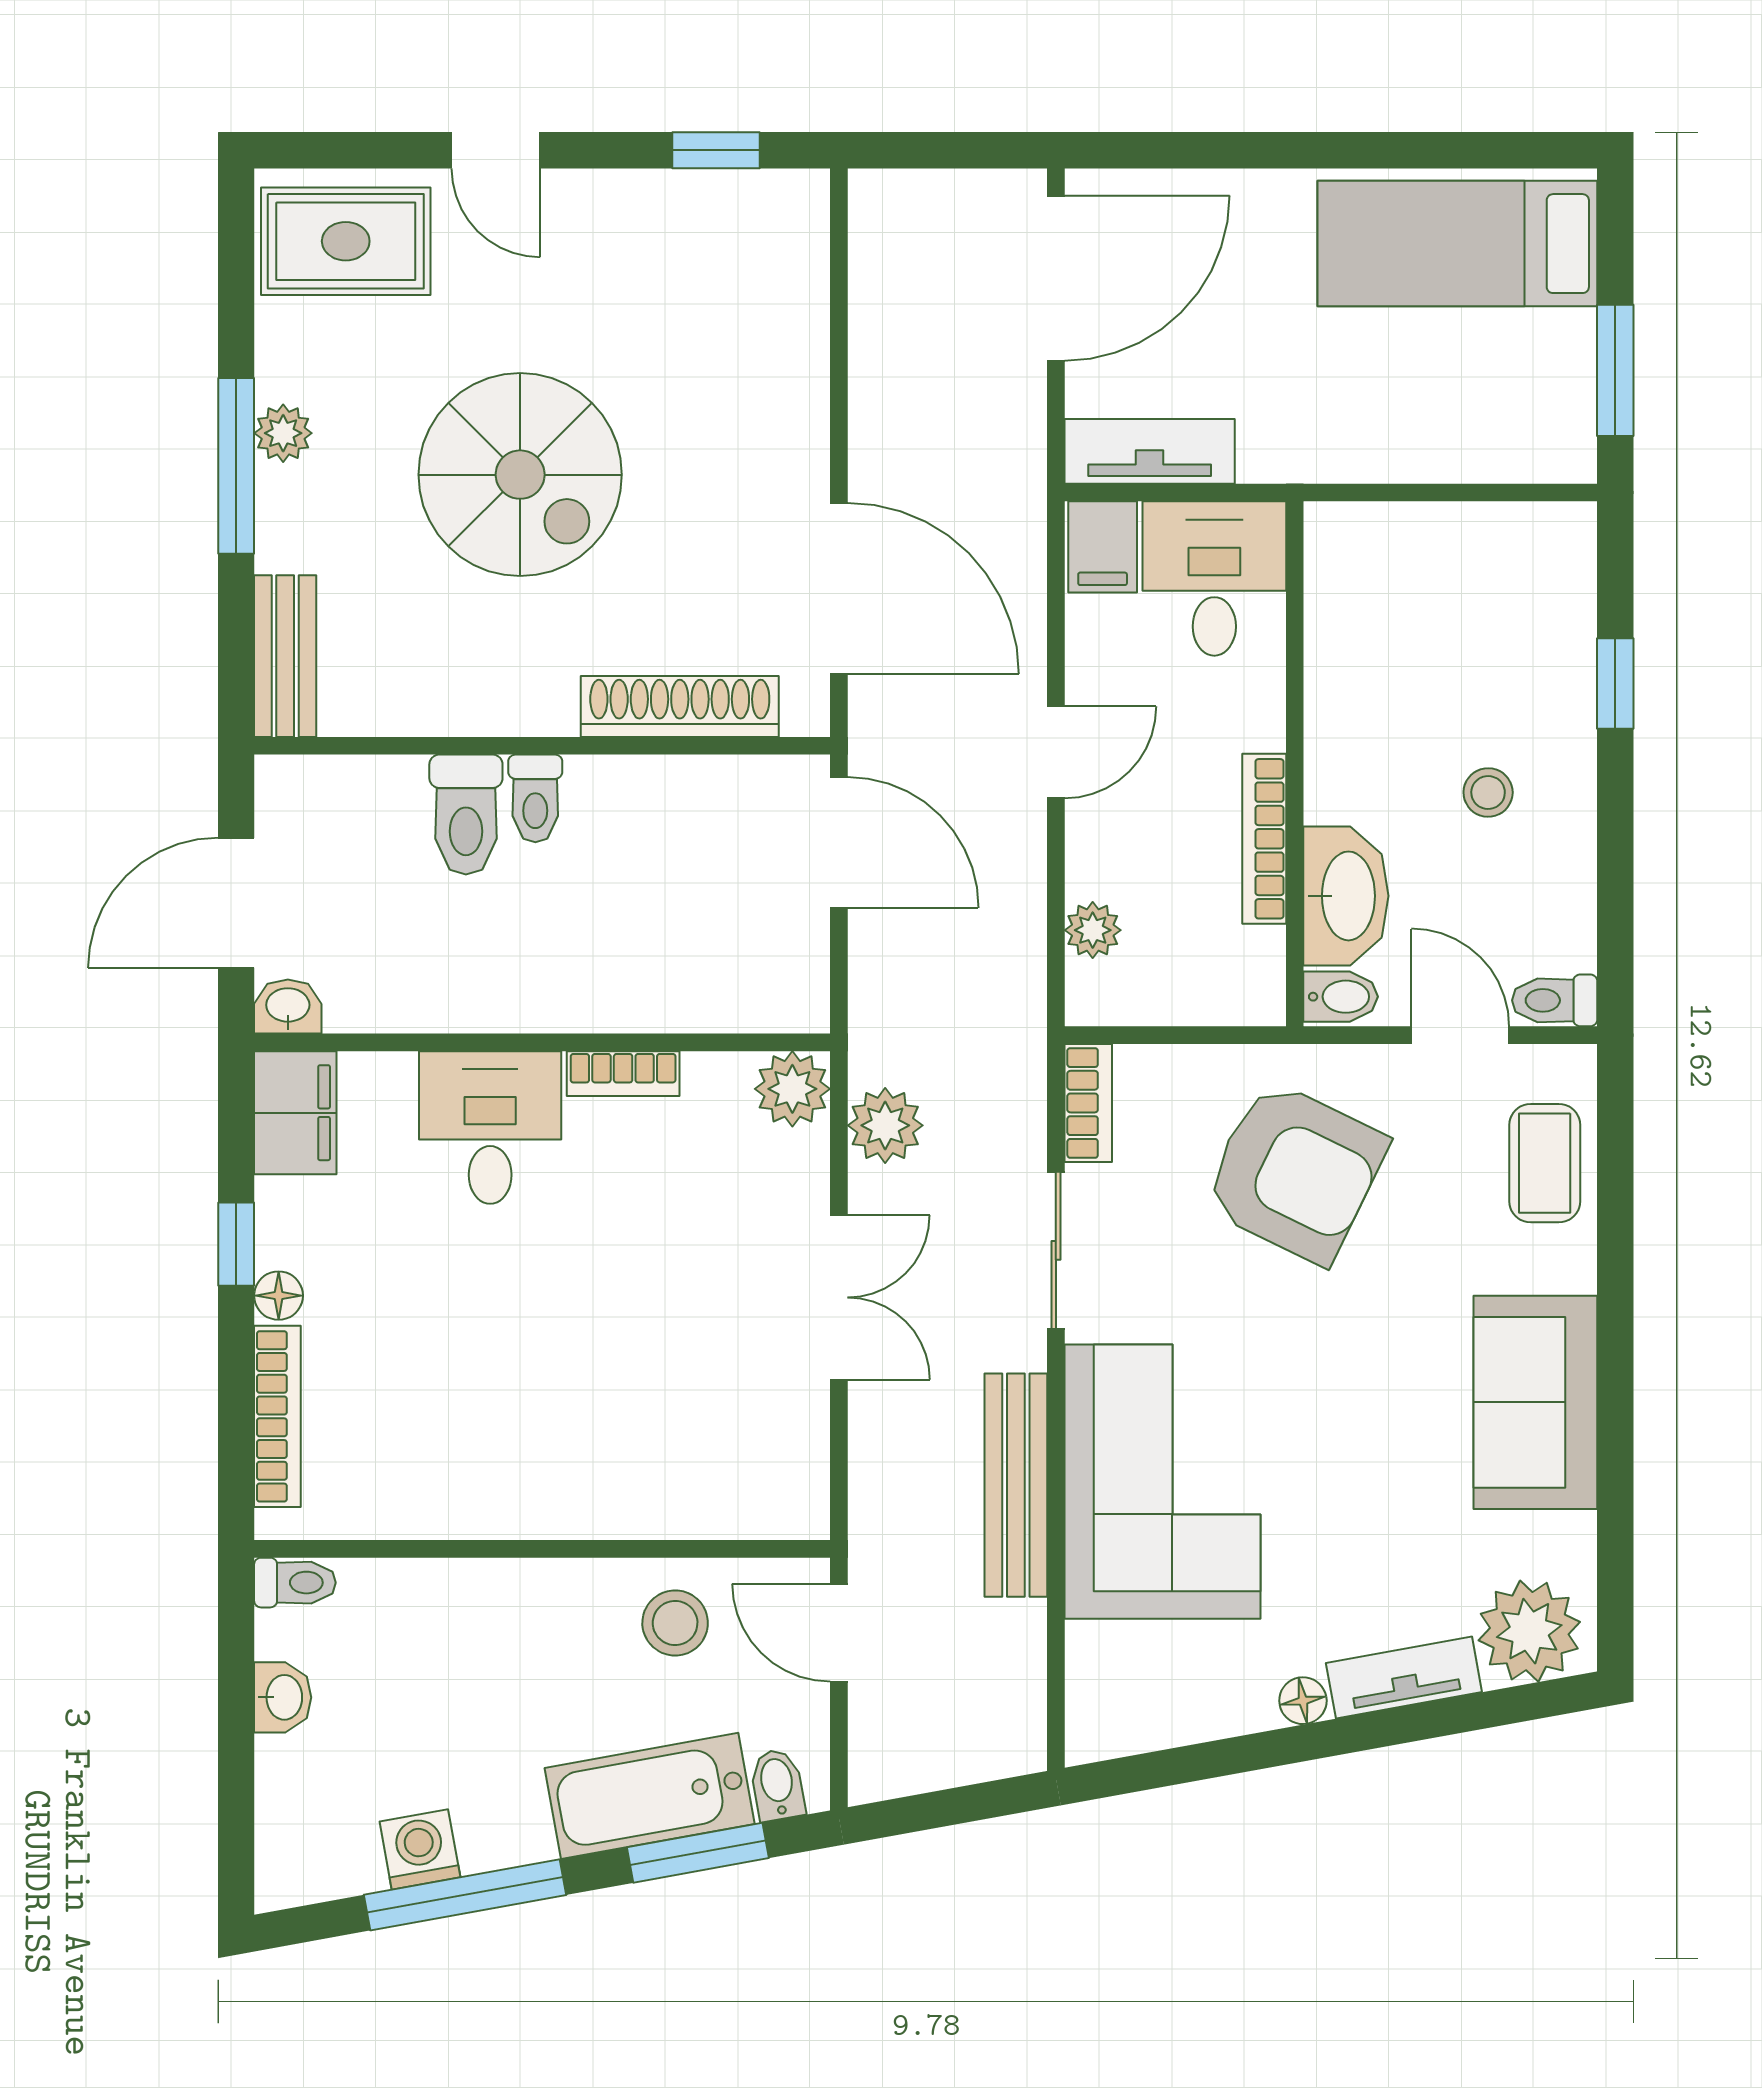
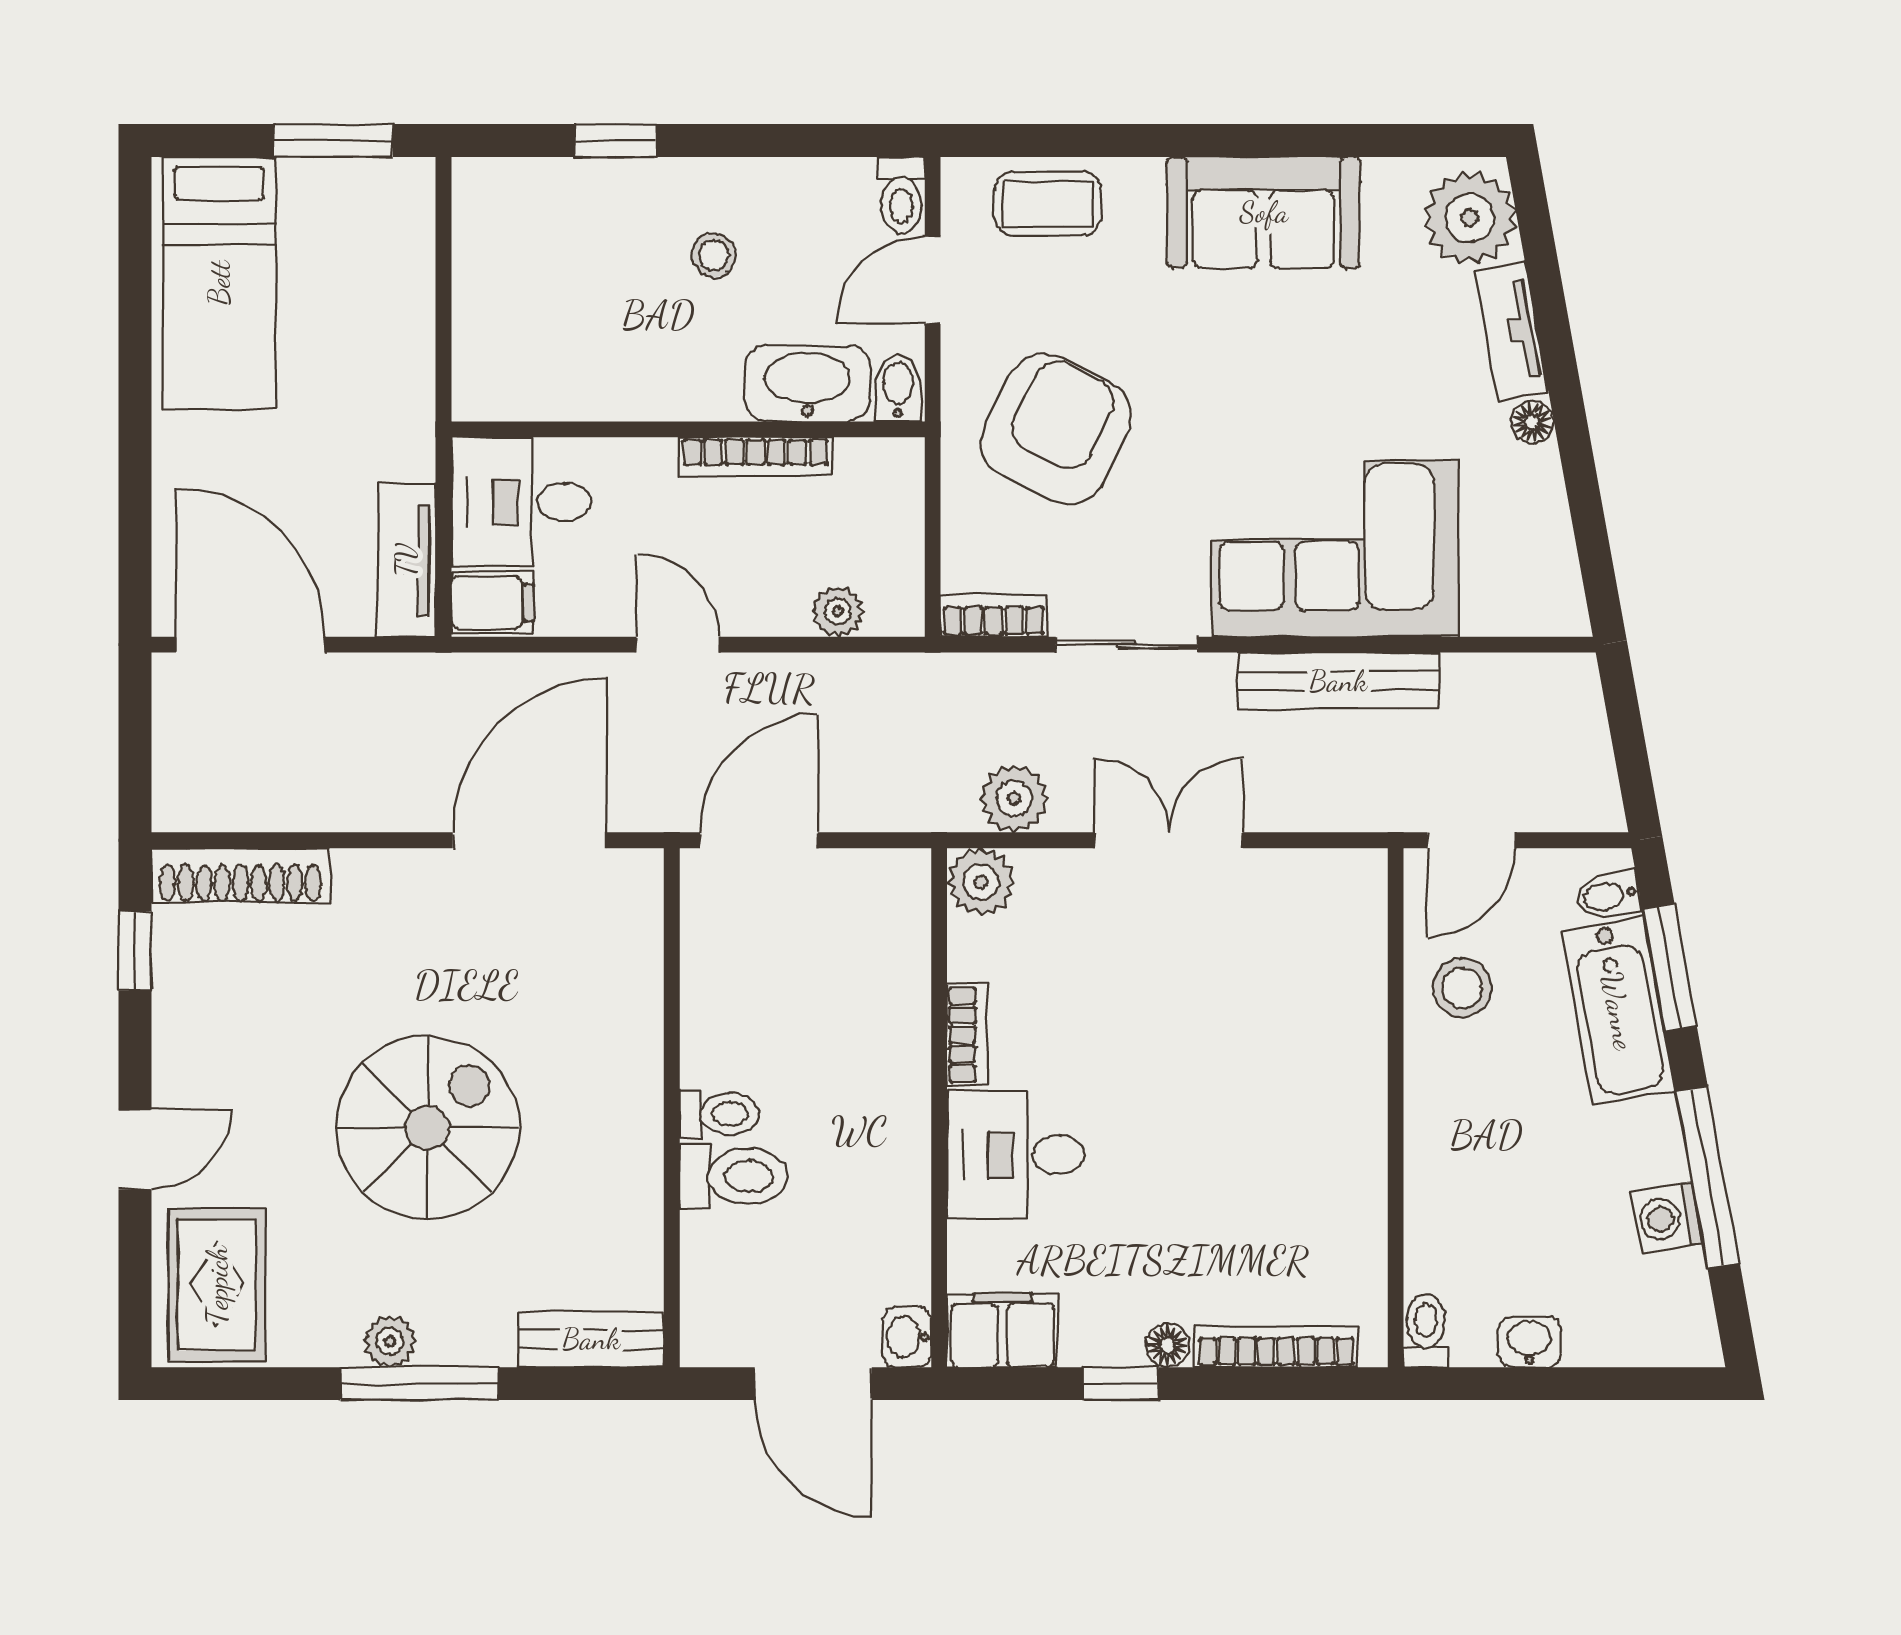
shoe rack: (680, 706) -> (240, 876), moved, turned -90

